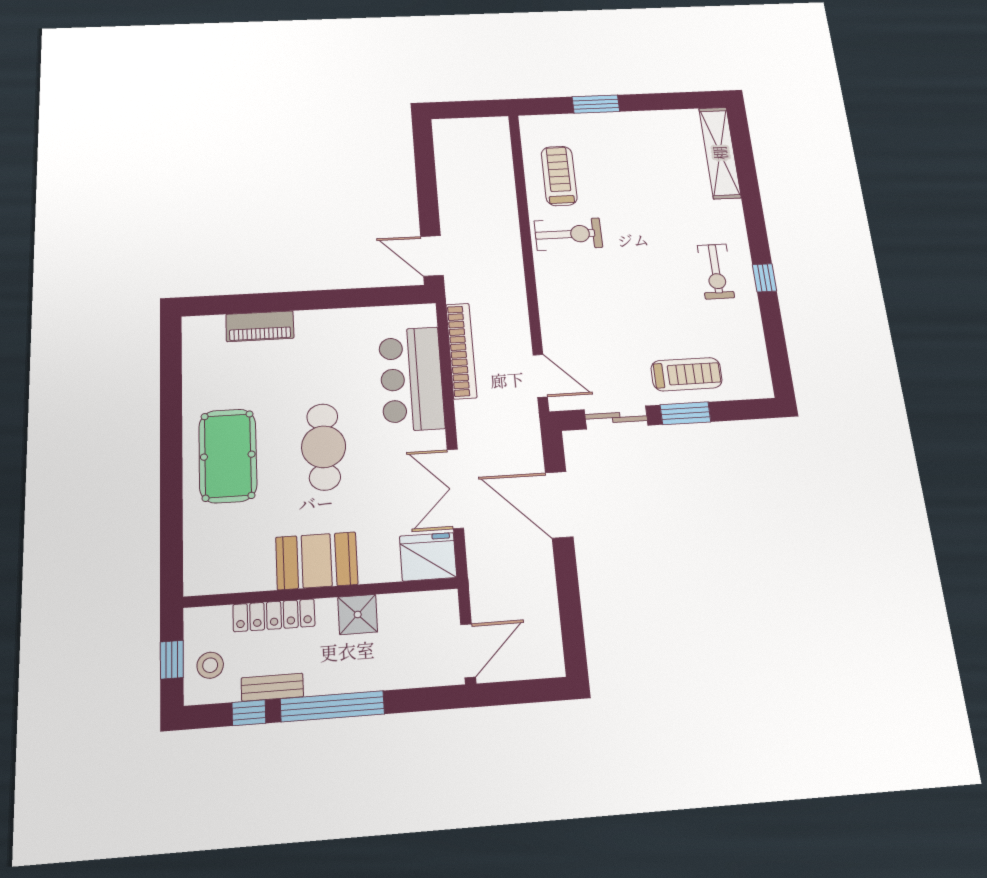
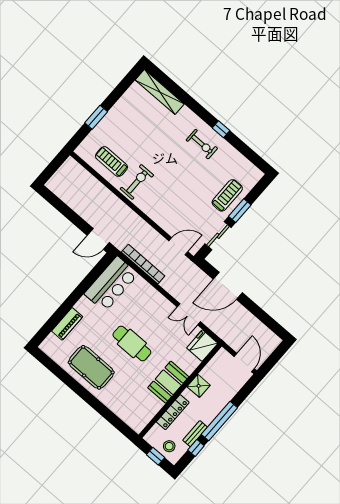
bar counter: (411, 379) -> (111, 284), moved, turned -90
pool table: (228, 456) -> (91, 367), moved
double door: (455, 489) -> (189, 314), width x0.73

